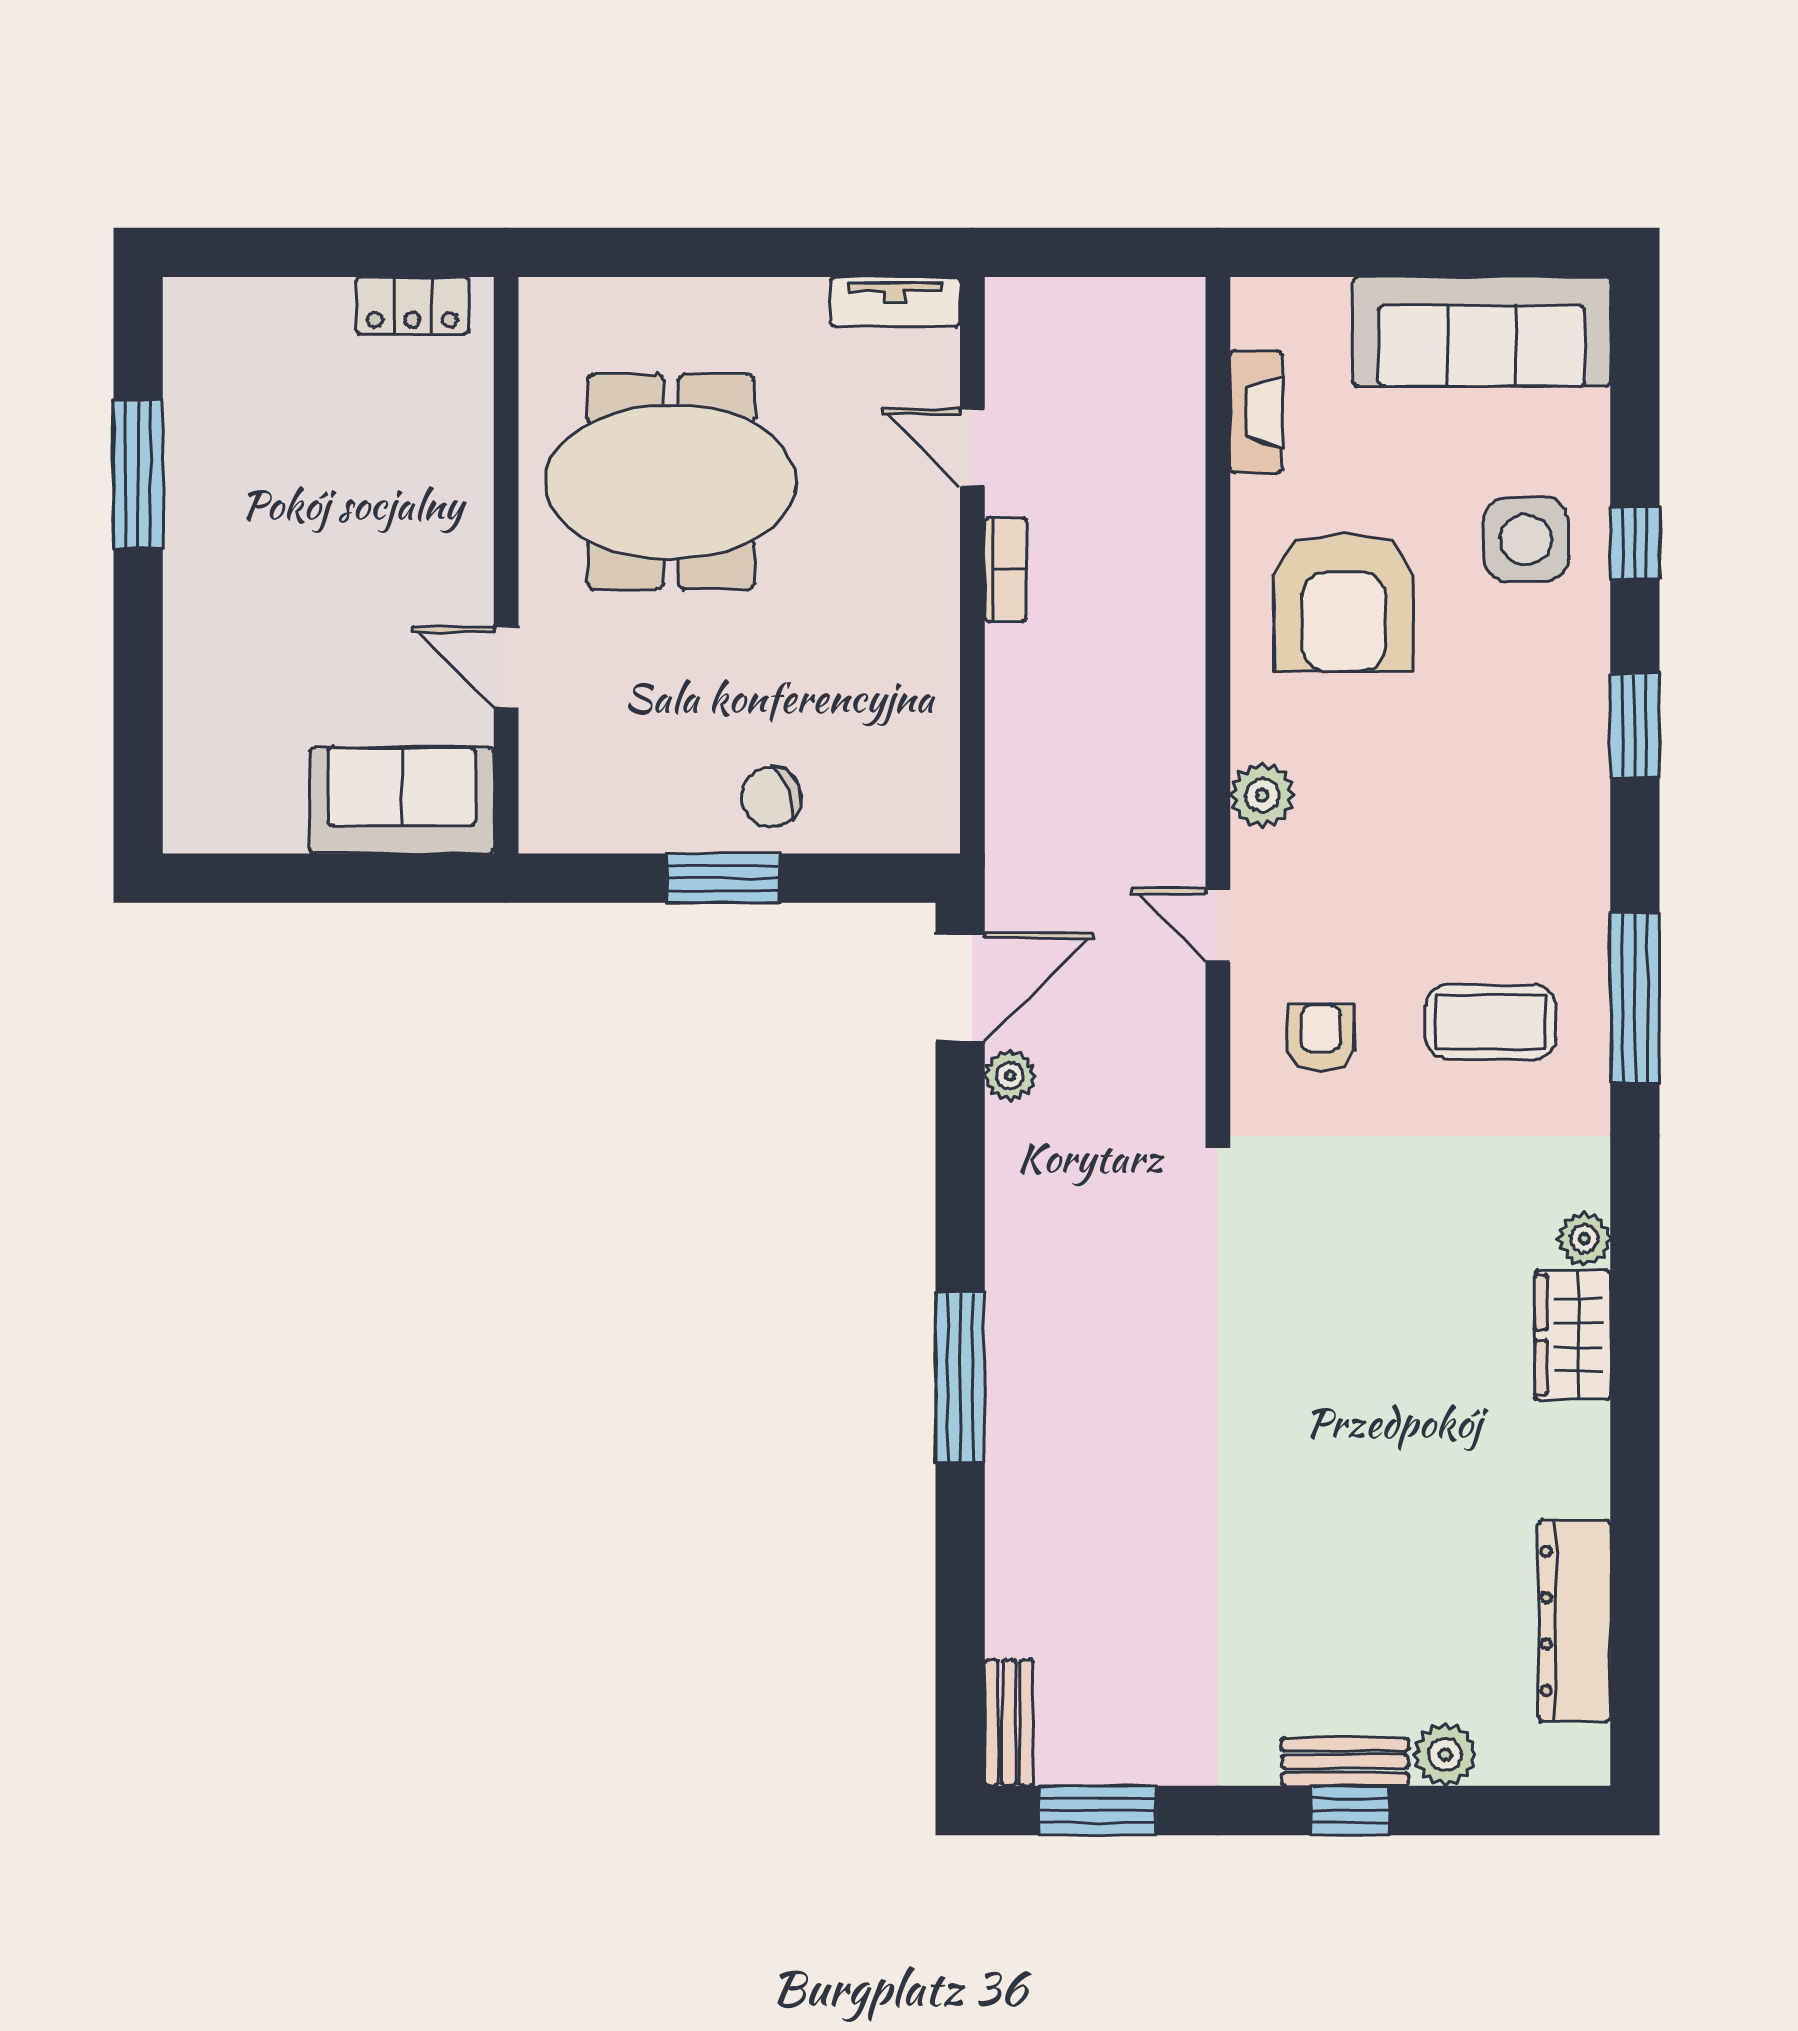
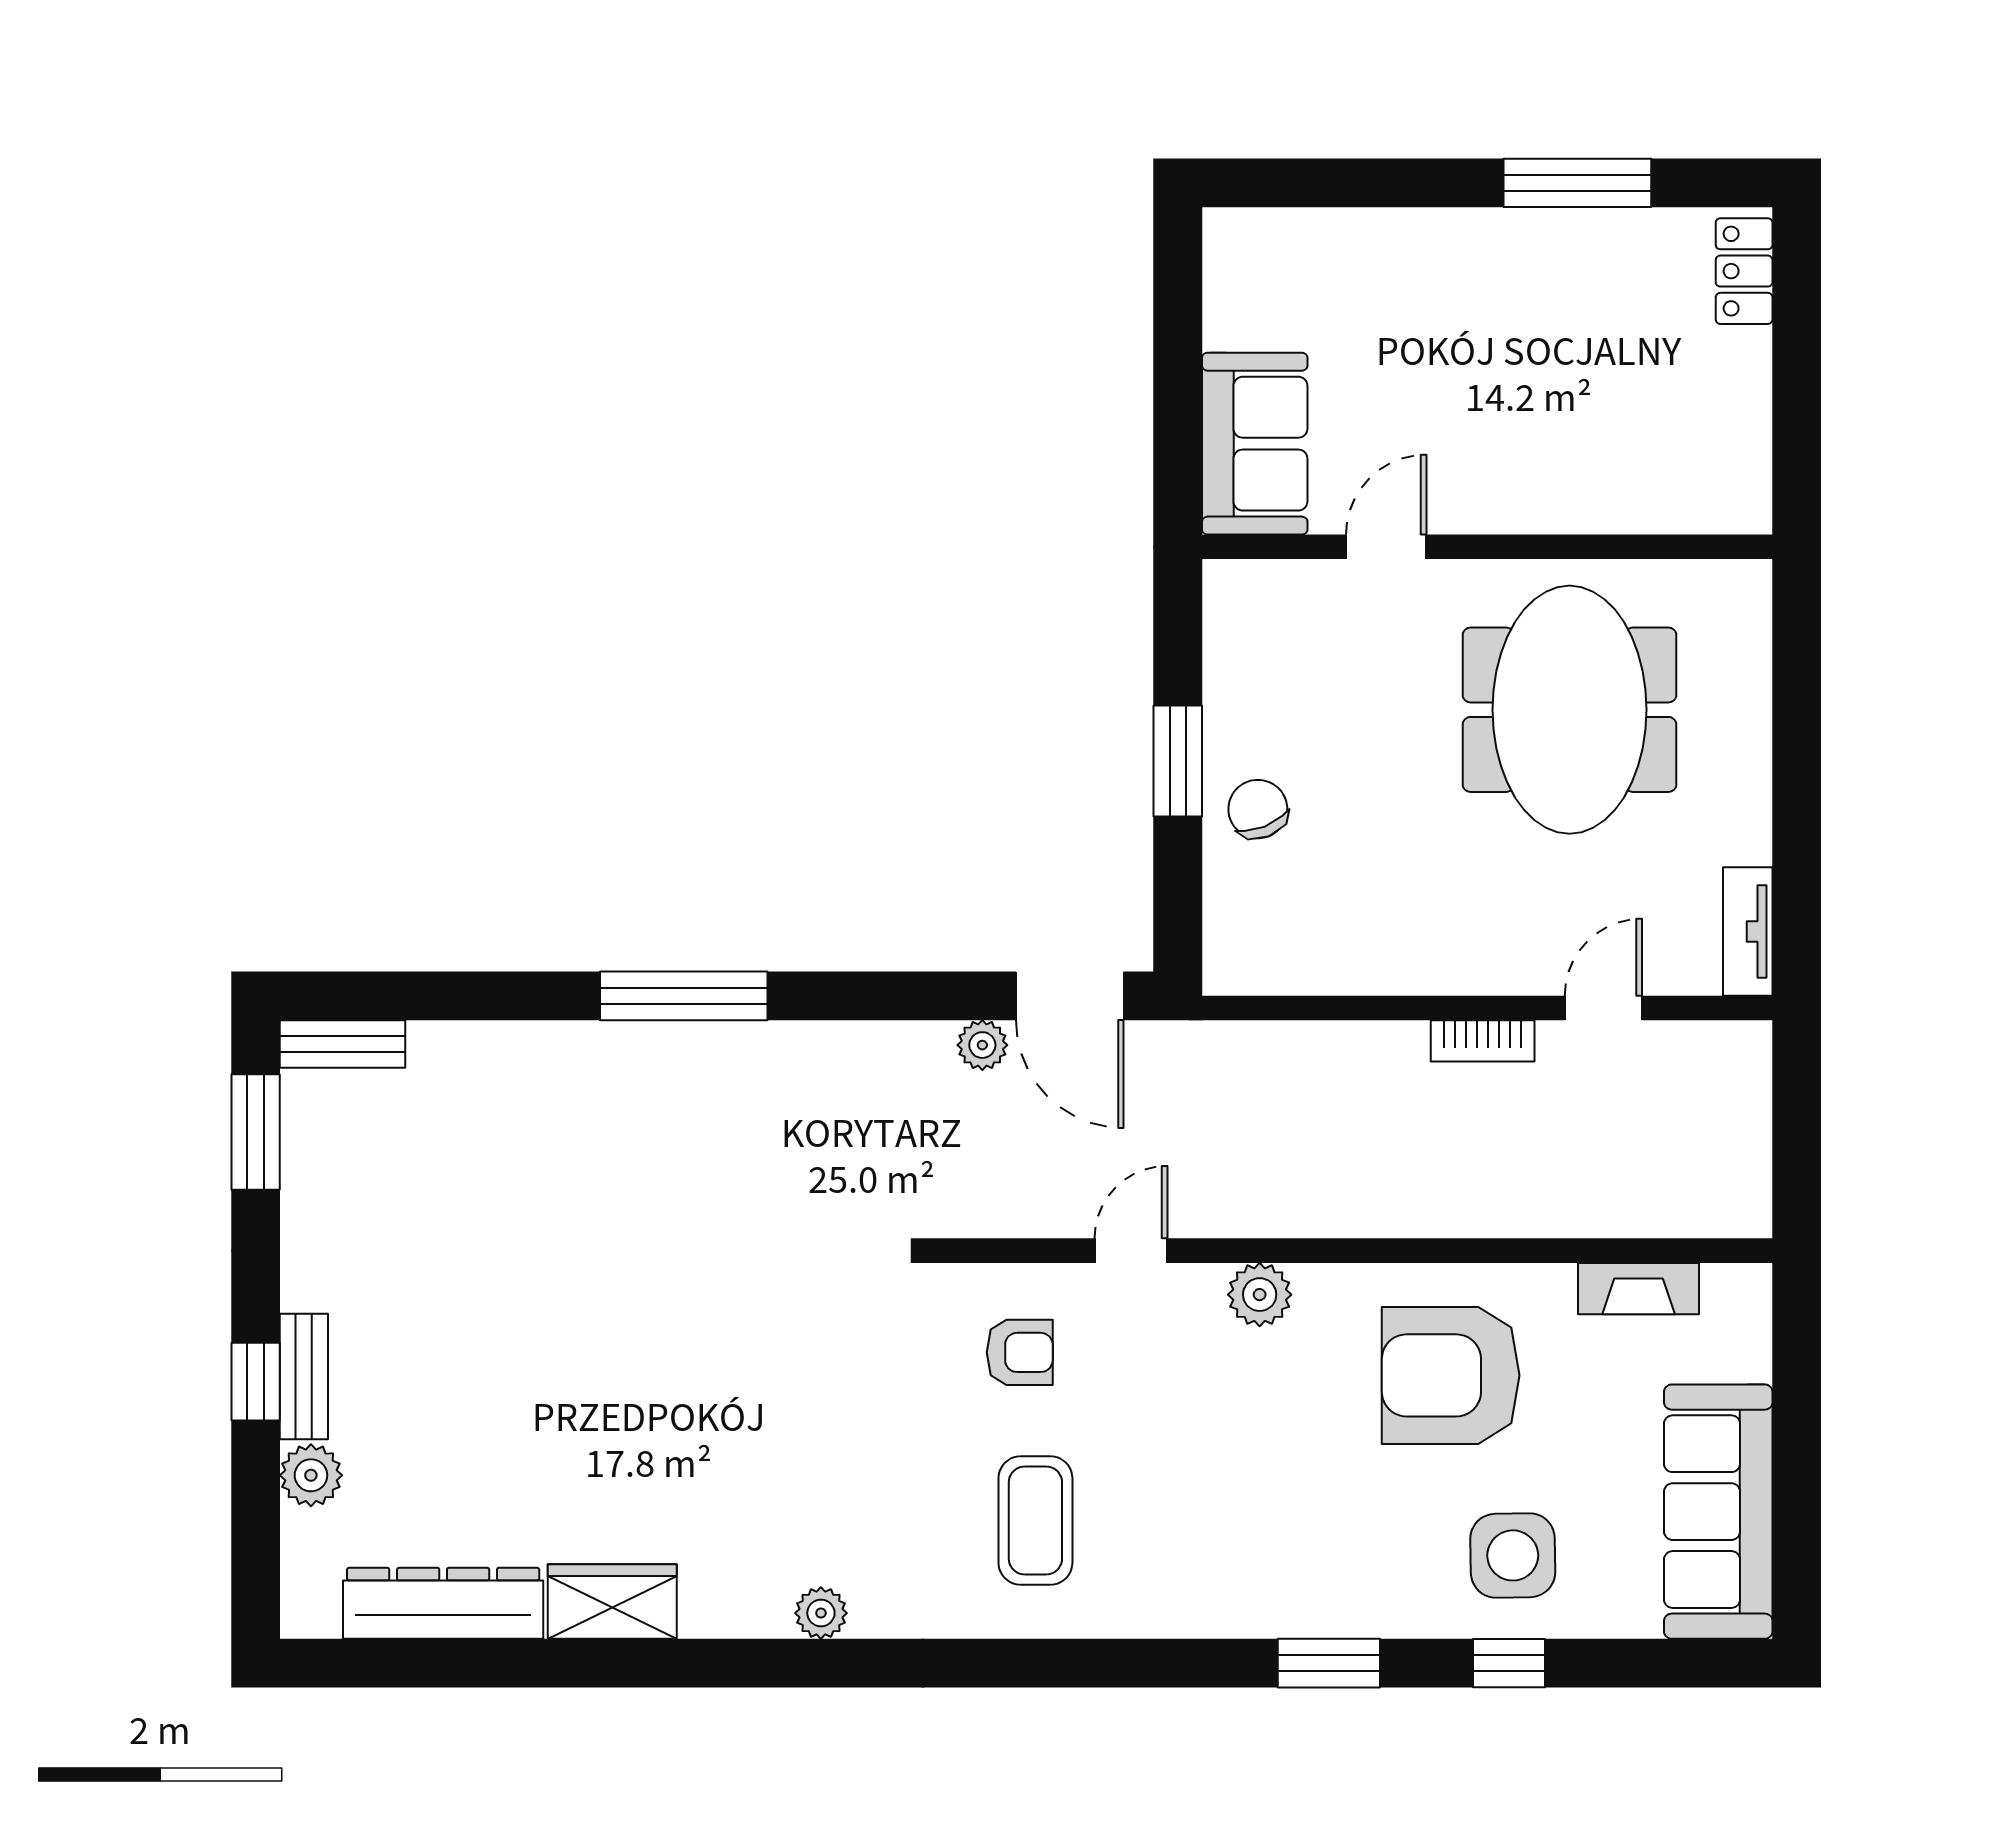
locker: (412, 305) -> (1744, 271), moved
window: (1635, 998) -> (1059, 1663), removed
wardrobe: (1573, 1335) -> (612, 1602), moved

